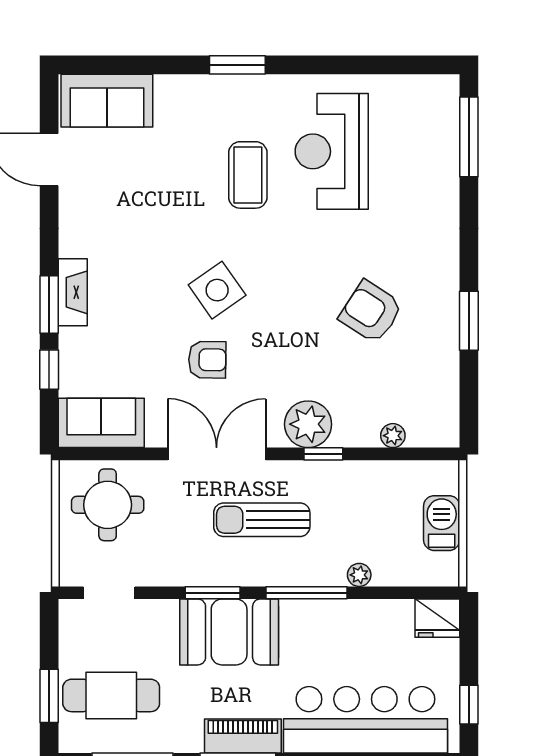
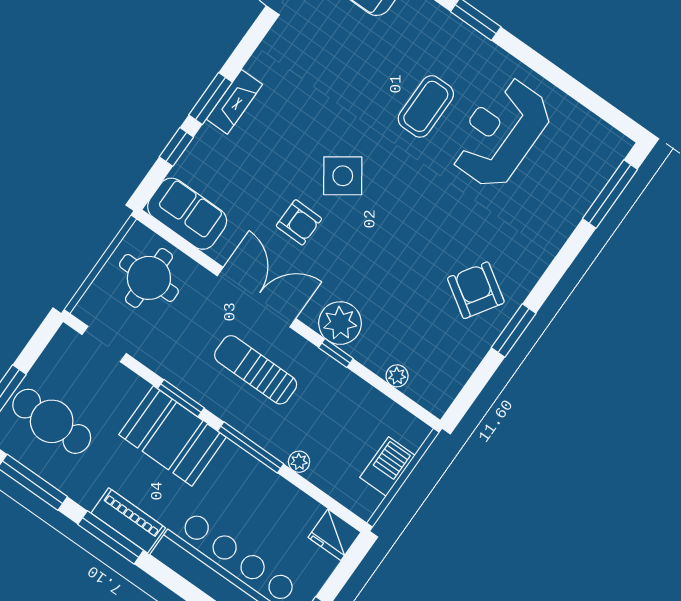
armchair: (371, 312) -> (476, 290), moved

